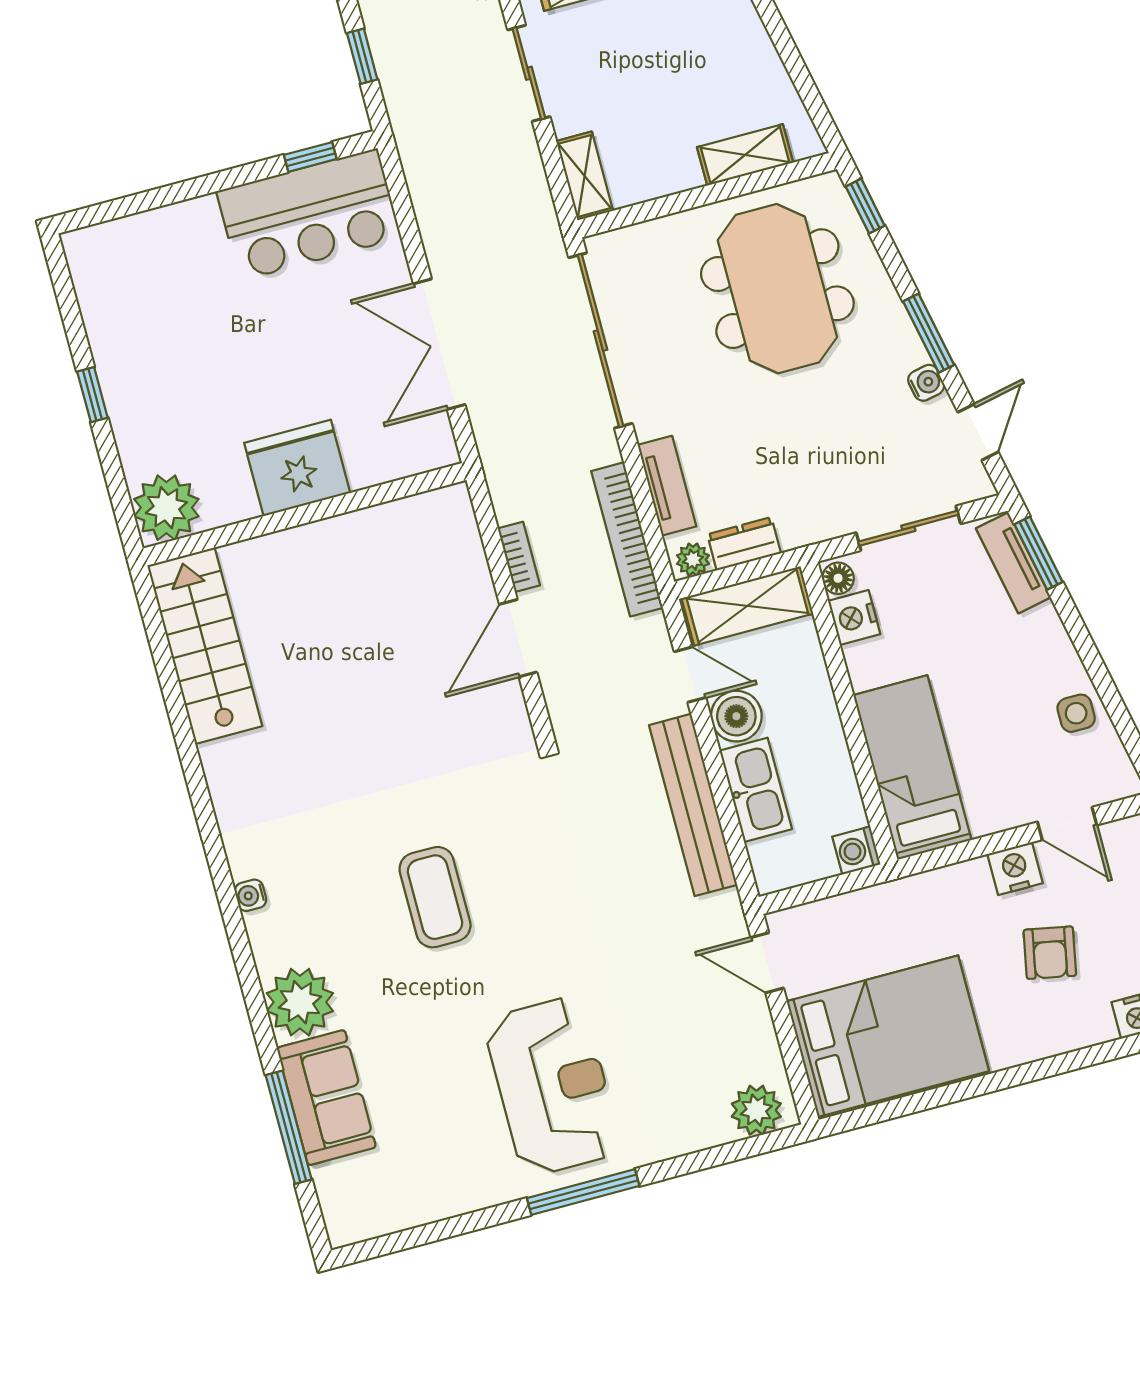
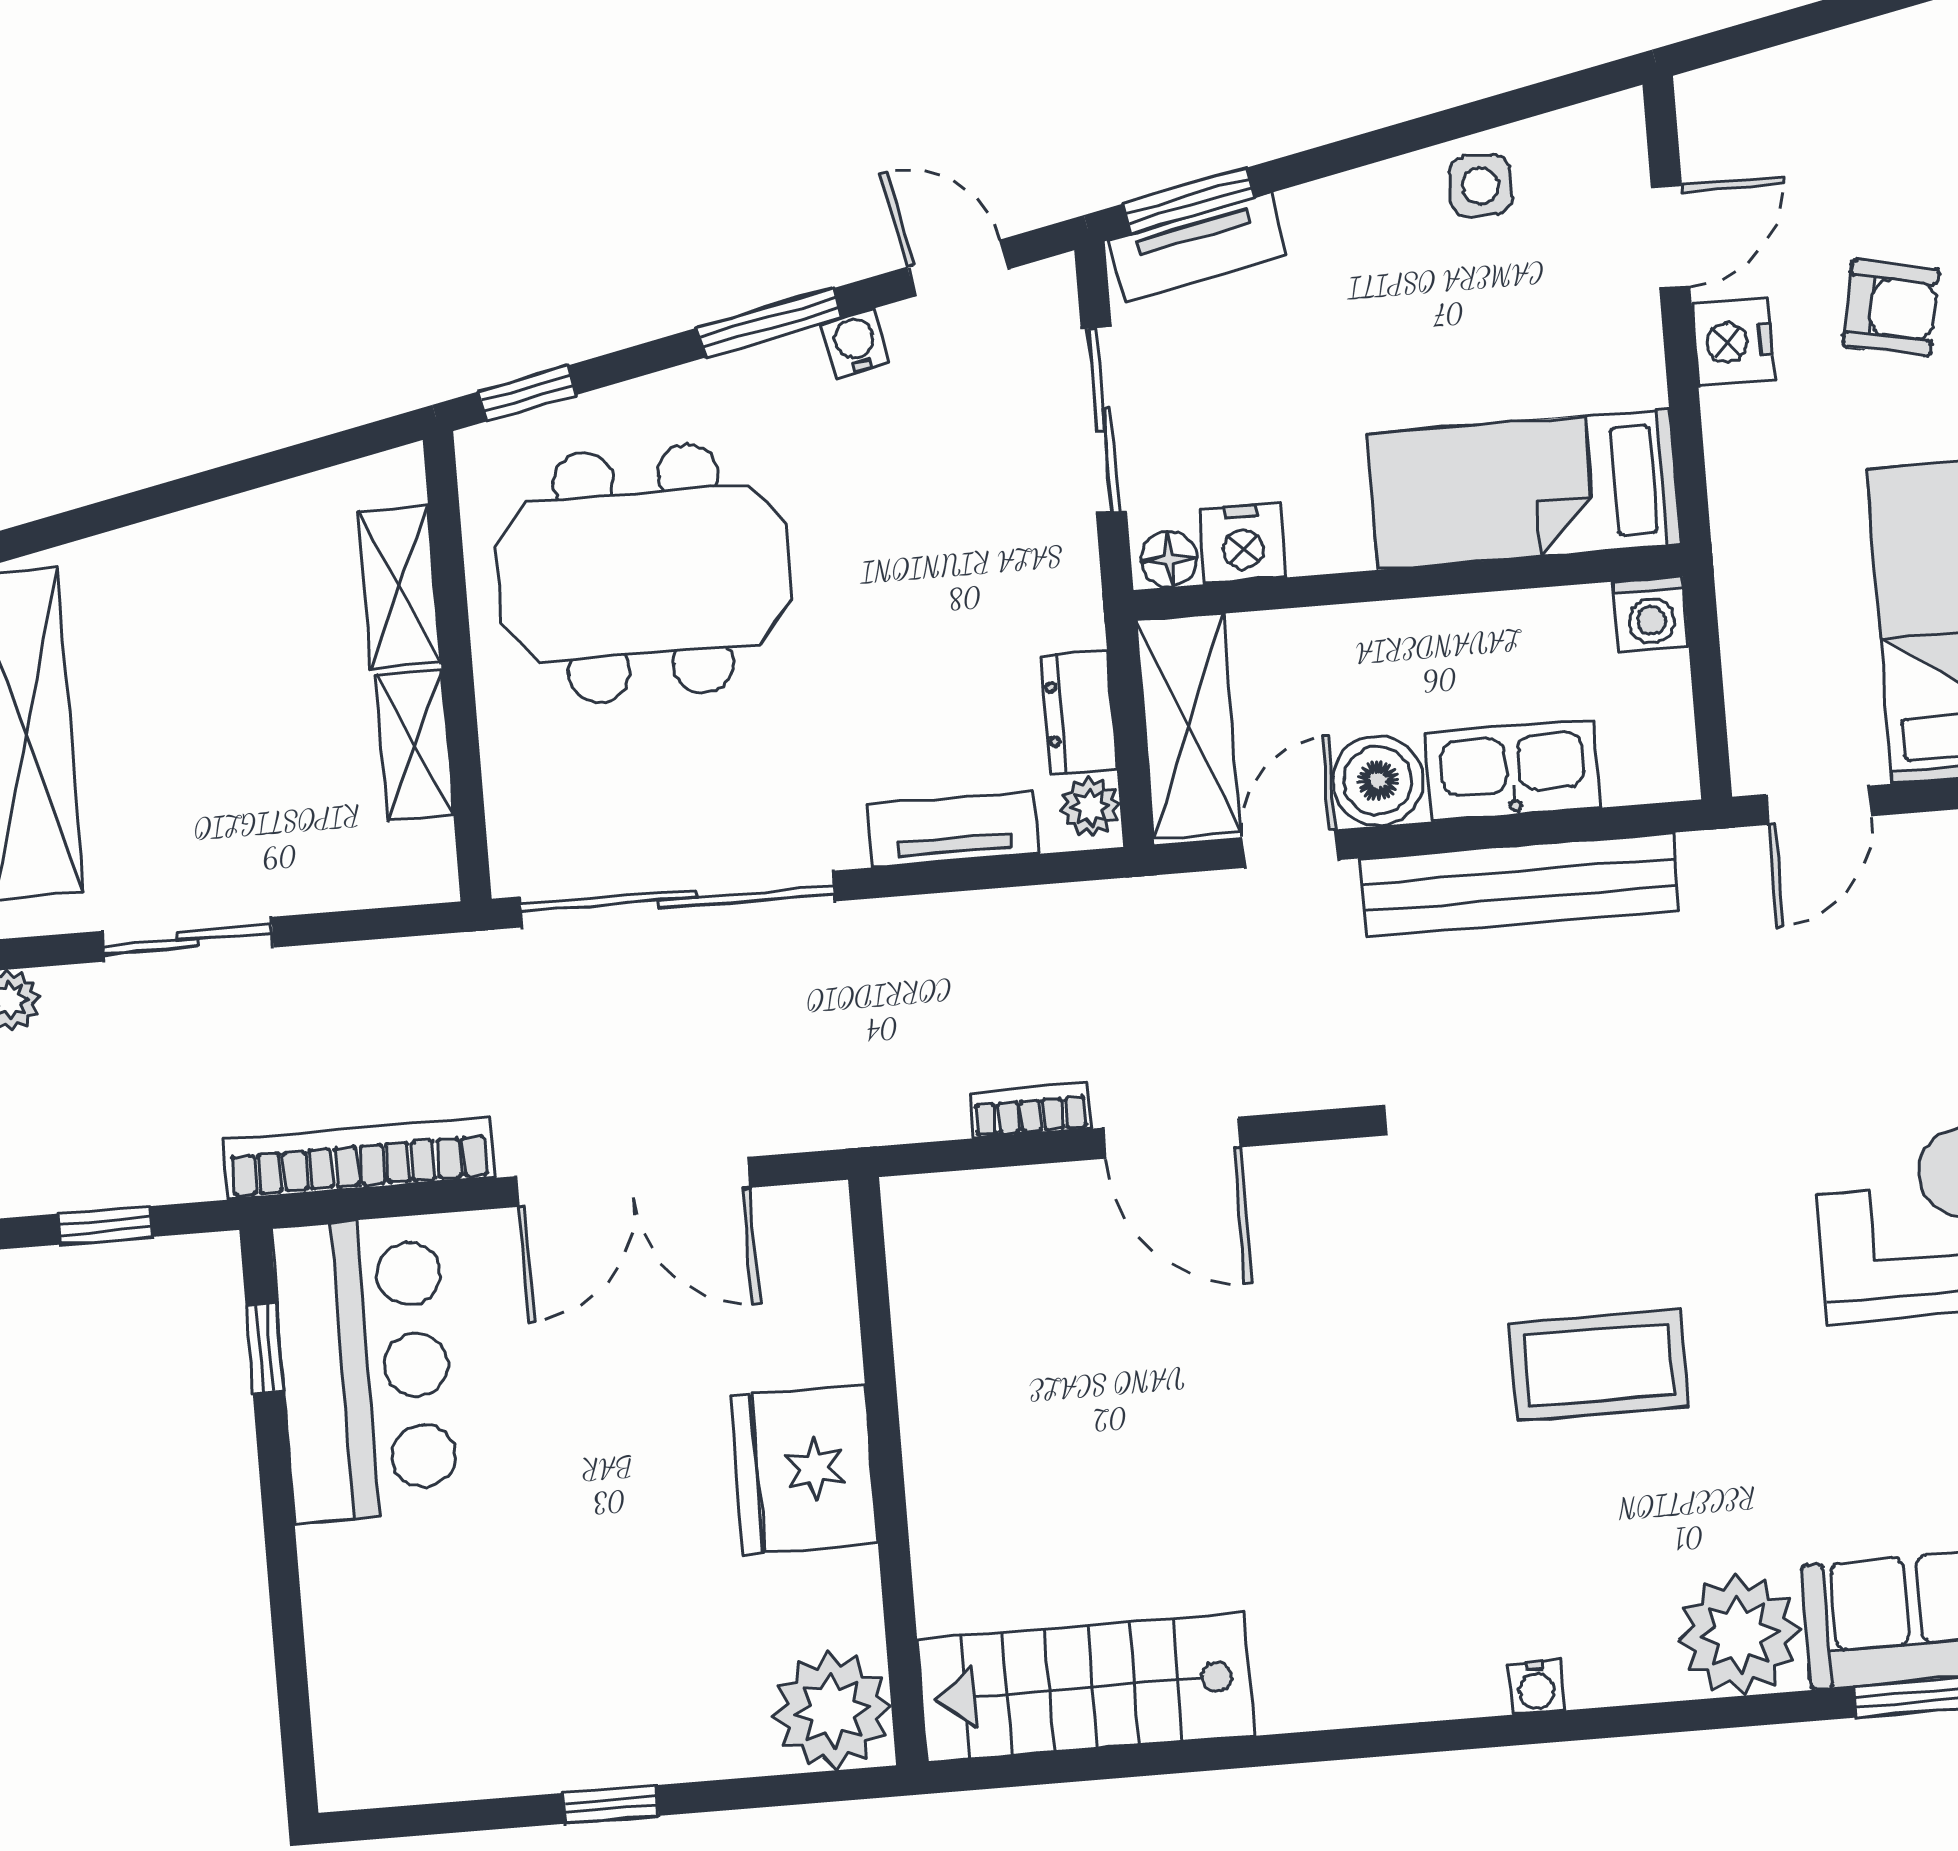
shelving: (585, 176) -> (415, 745), moved, turned 90
bookcase: (627, 539) -> (359, 1158), moved, turned 180

